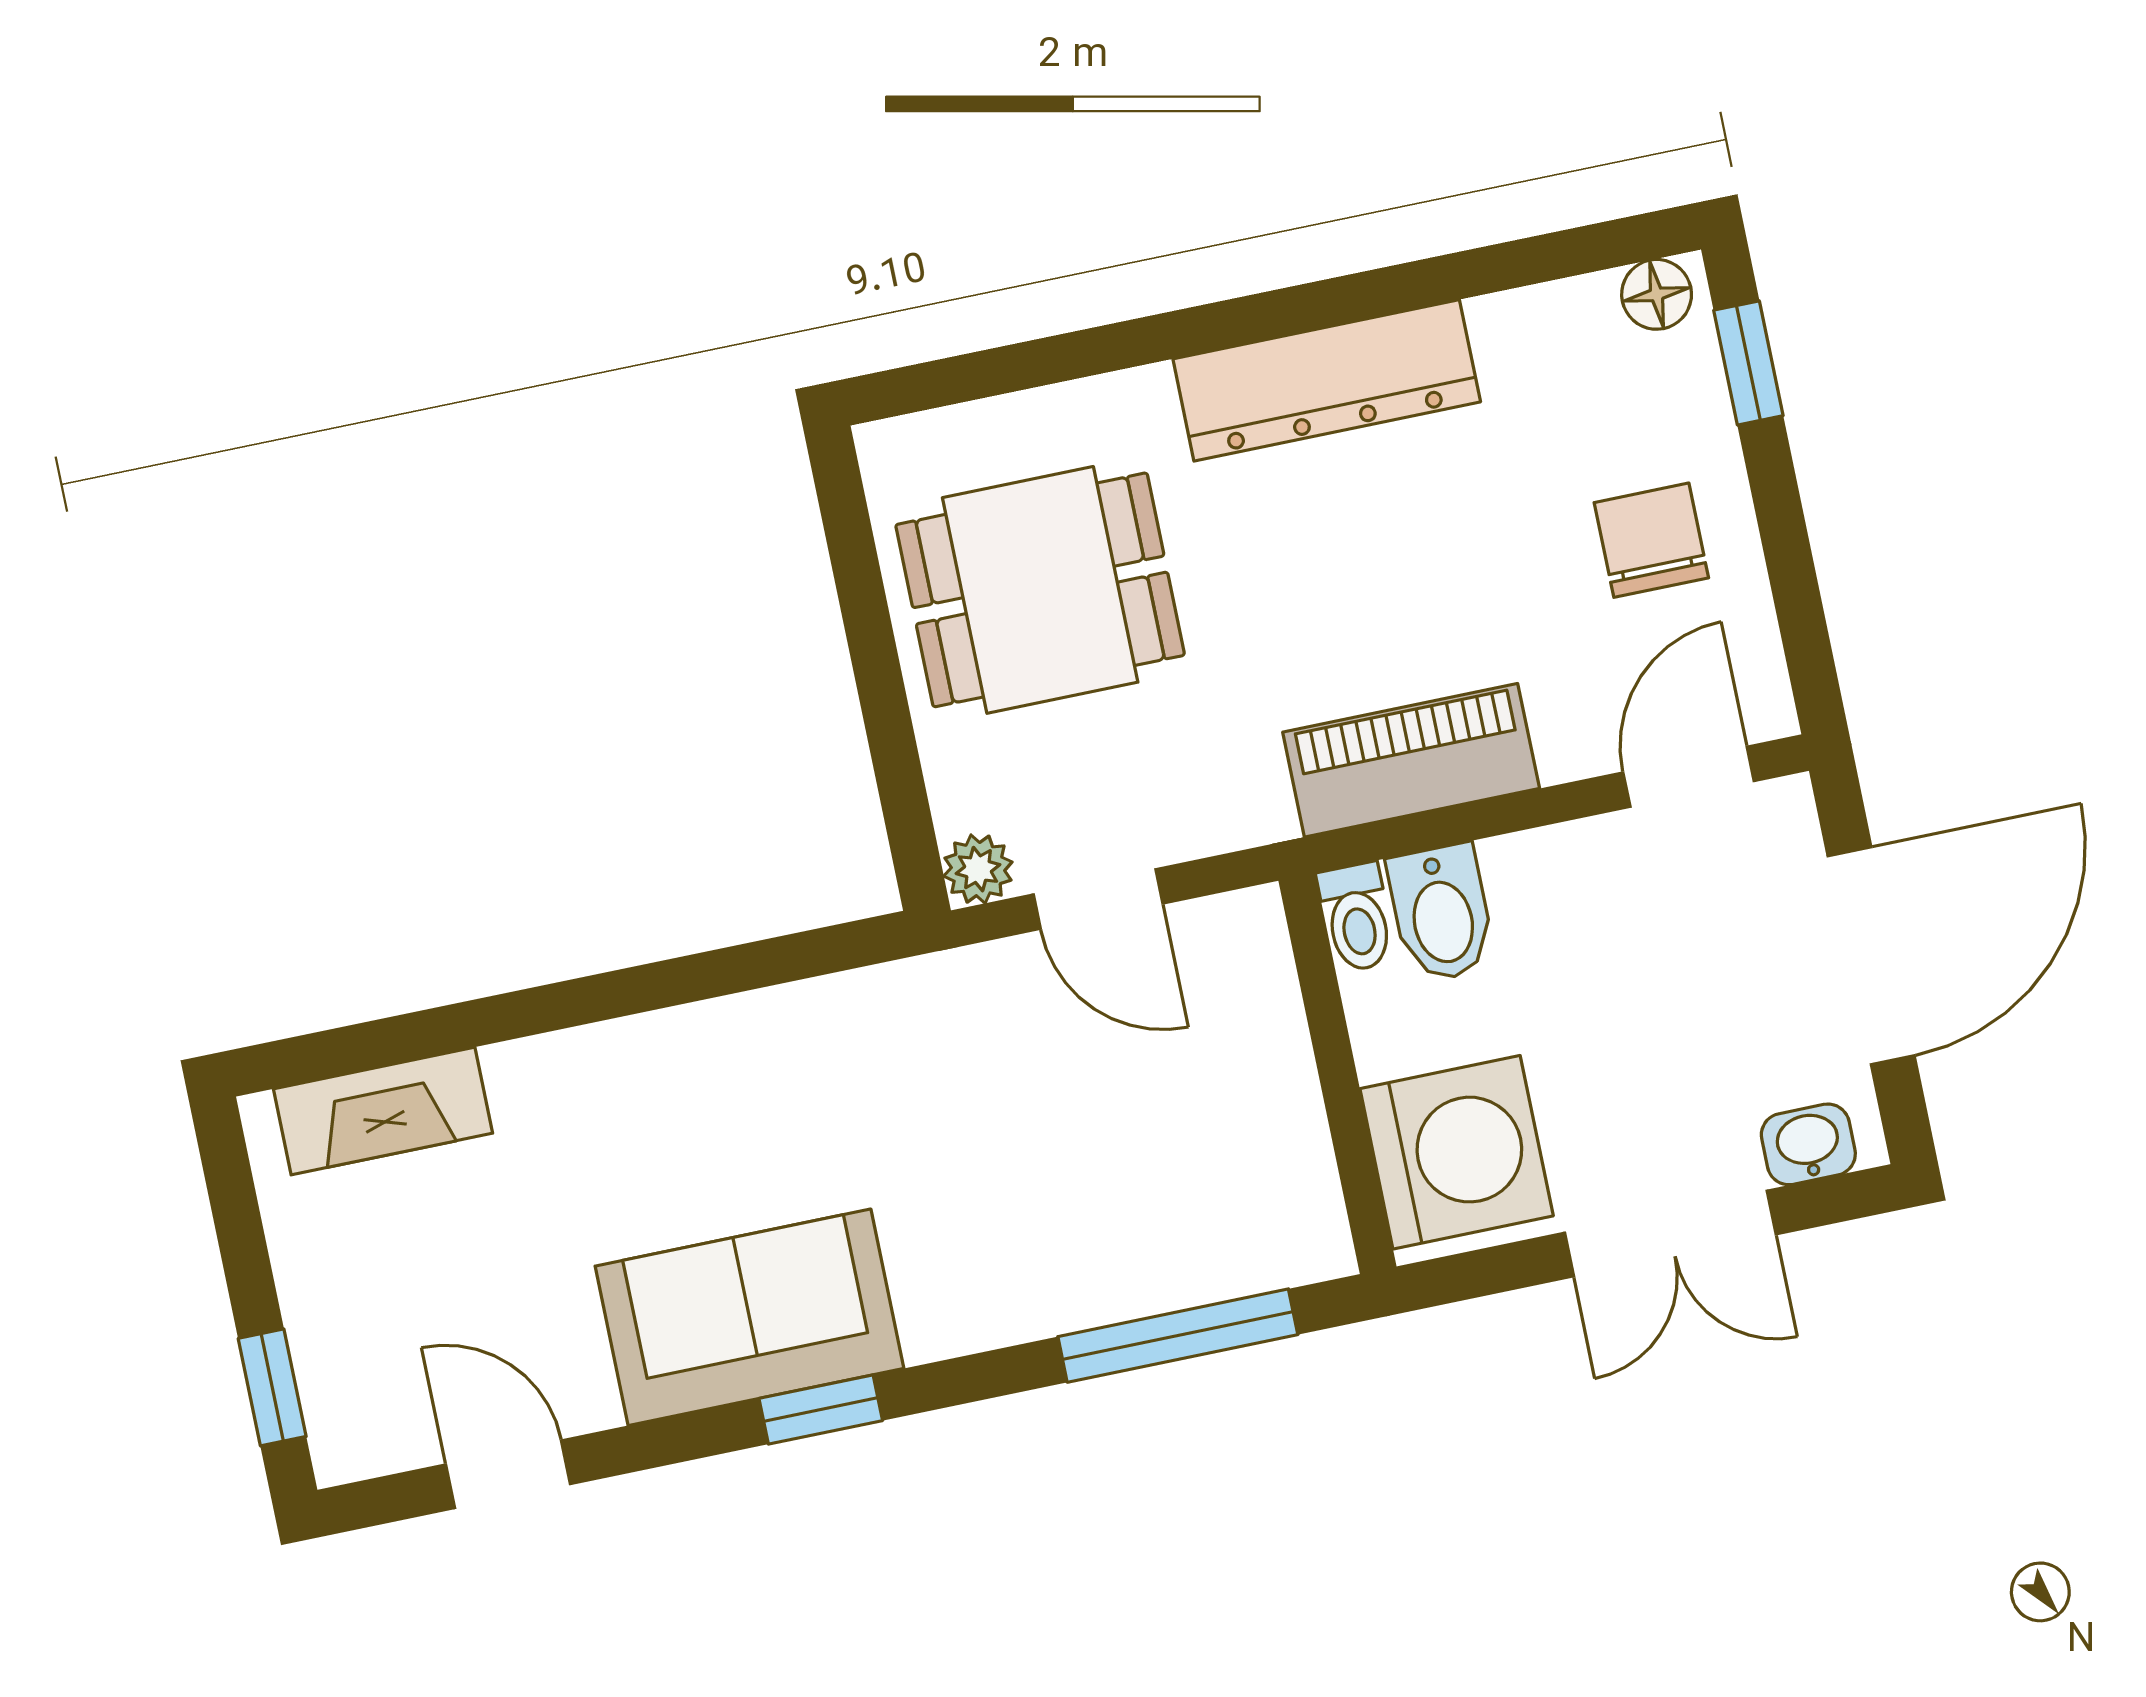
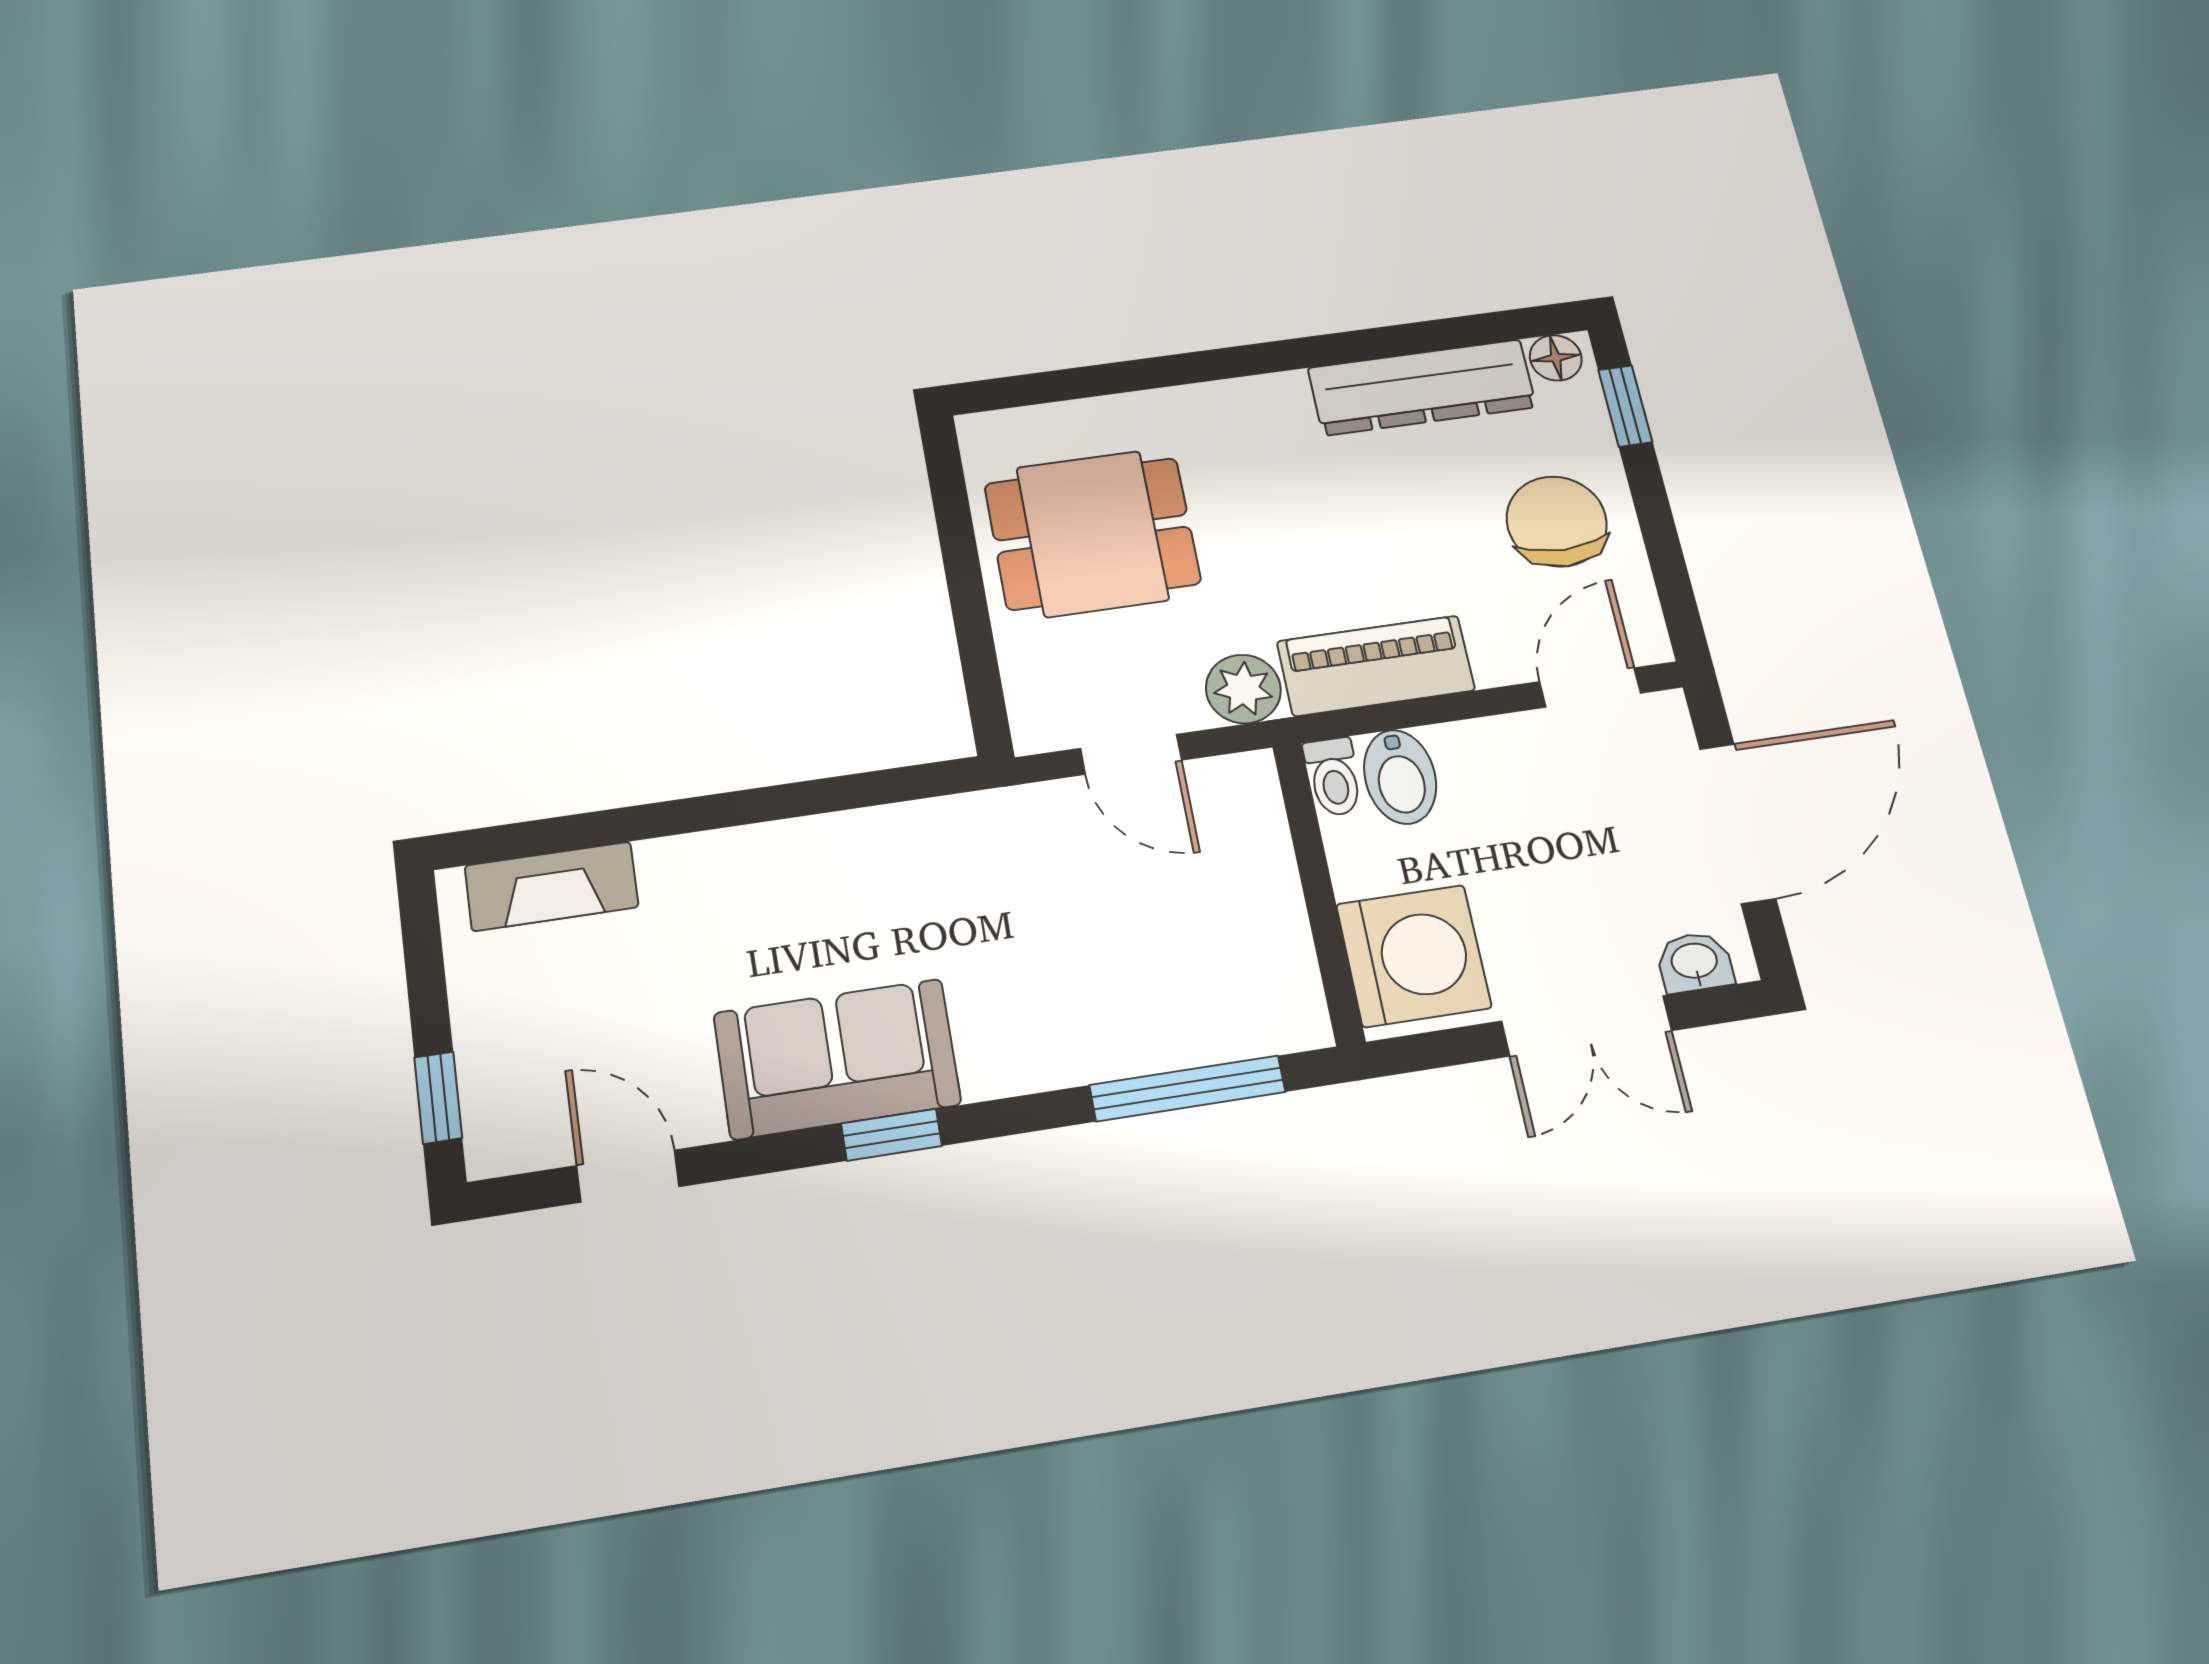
dresser: (1327, 380) -> (1422, 388), moved
chair: (1651, 540) -> (1557, 521), width x1.37, depth x1.37
plant: (978, 869) -> (1243, 689), moved, width x1.38, depth x1.38

